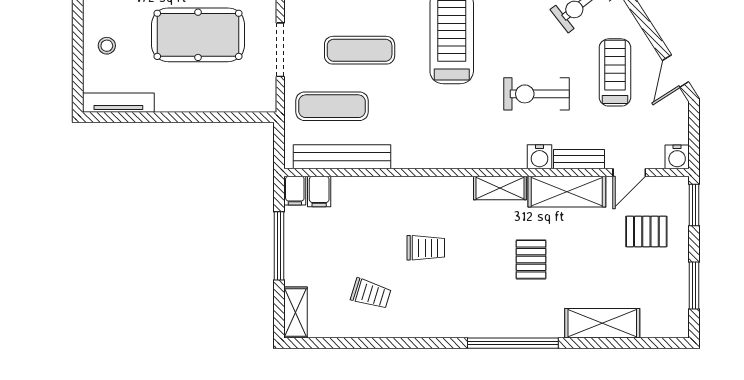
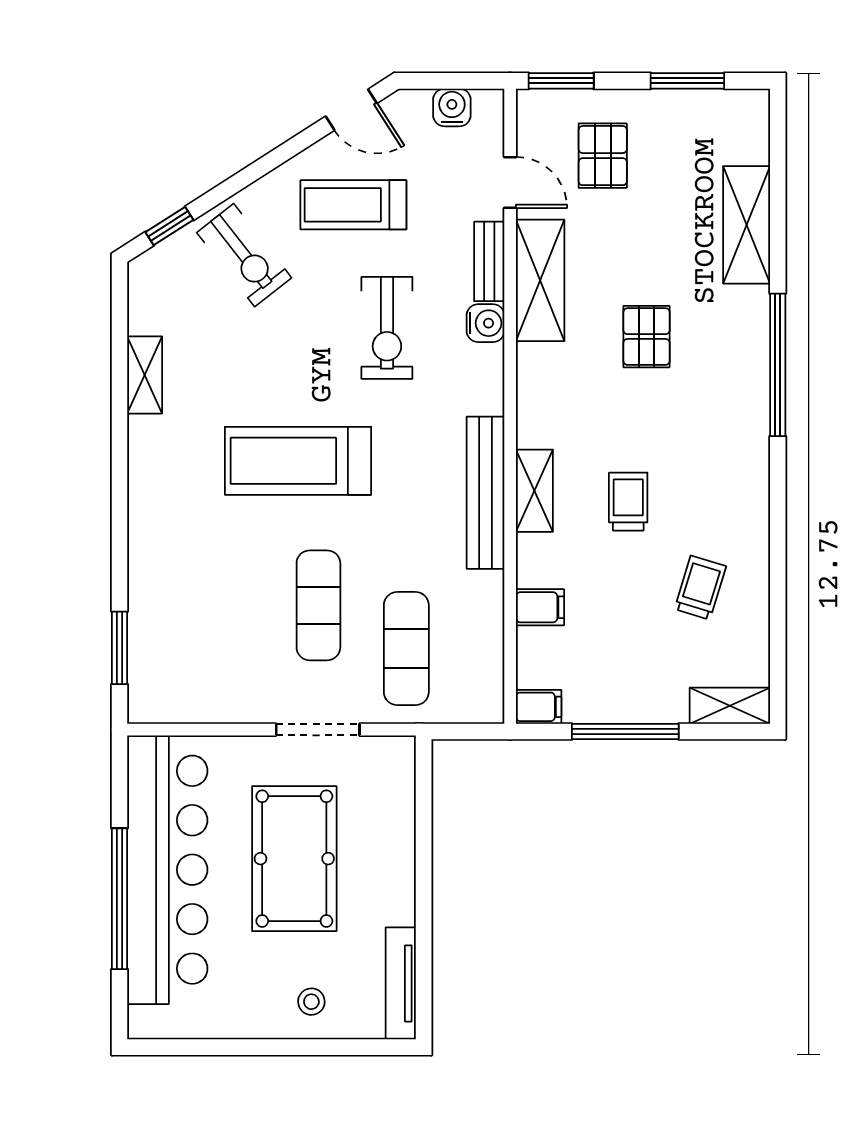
bench: (342, 157) -> (485, 493), moved
water cooler: (677, 157) -> (452, 107), moved, turned -90
shelving: (500, 188) -> (534, 491), moved
filing cabinet: (319, 192) -> (540, 607), moved
pallet: (531, 259) -> (647, 337), turned 90

